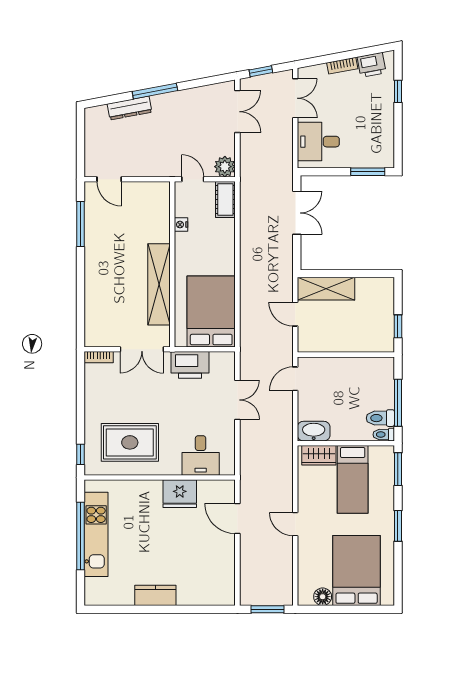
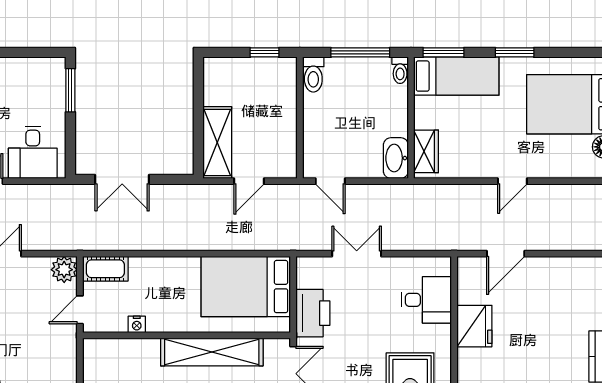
double door: (297, 213) -> (122, 179), swing flipped
toilet: (380, 418) -> (313, 74), moved
bed: (353, 479) -> (456, 76), moved

